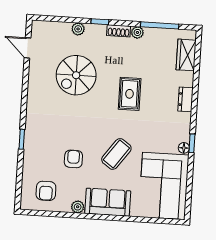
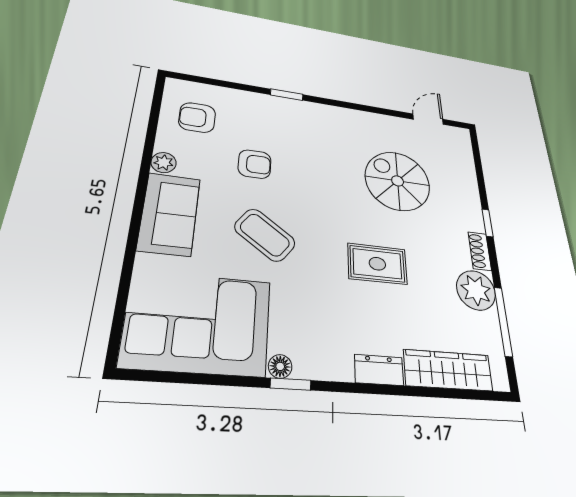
plant: (78, 29) -> (470, 190), removed
plant: (137, 32) -> (476, 290), width x1.88, depth x1.88
wardrobe: (186, 55) -> (448, 370), width x1.50

